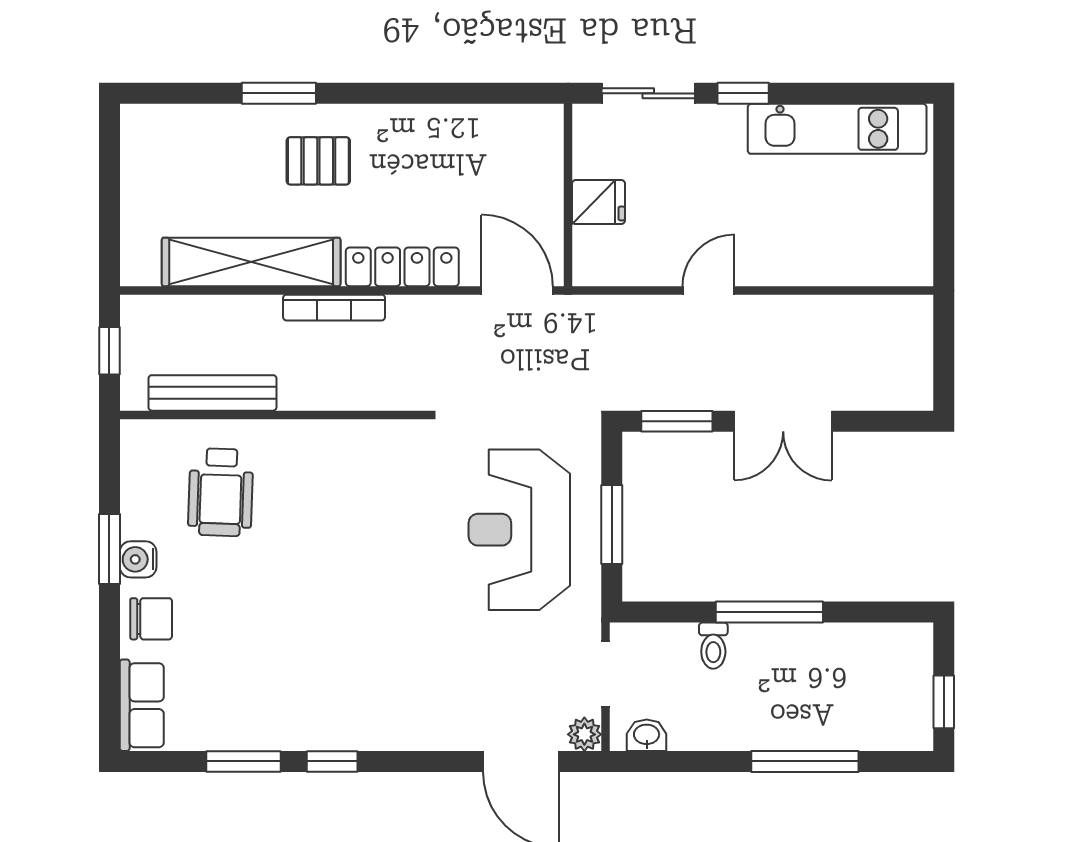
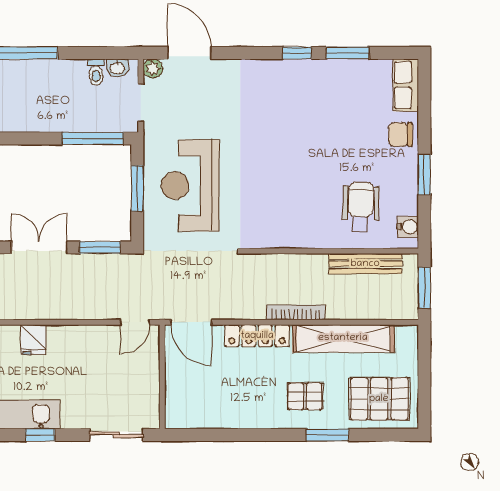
window: (743, 93) -> (40, 435), moved
pallet: (188, 157) -> (379, 399), added
fridge: (599, 202) -> (33, 340), moved, turned -90
door: (709, 290) -> (135, 322), moved
window: (109, 351) -> (424, 288), width x1.50
reception desk: (519, 530) -> (190, 185), turned 180
water cooler: (138, 559) -> (408, 227), moved
window: (769, 612) -> (93, 138), moved
toilet: (713, 646) -> (96, 72), moved, turned 180

